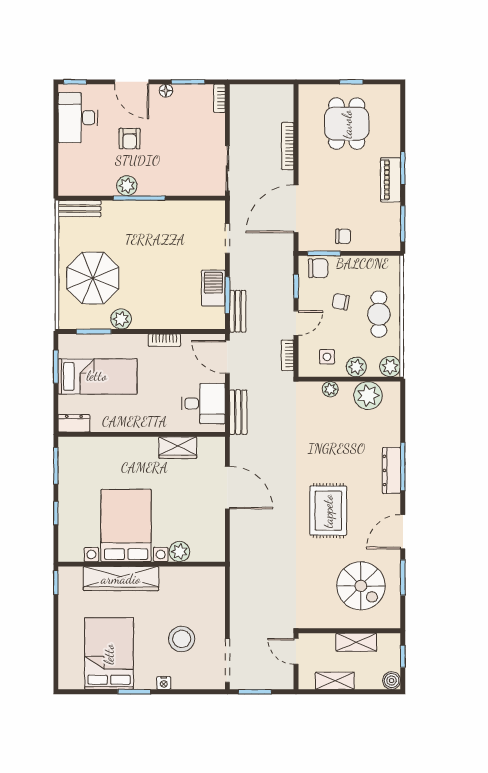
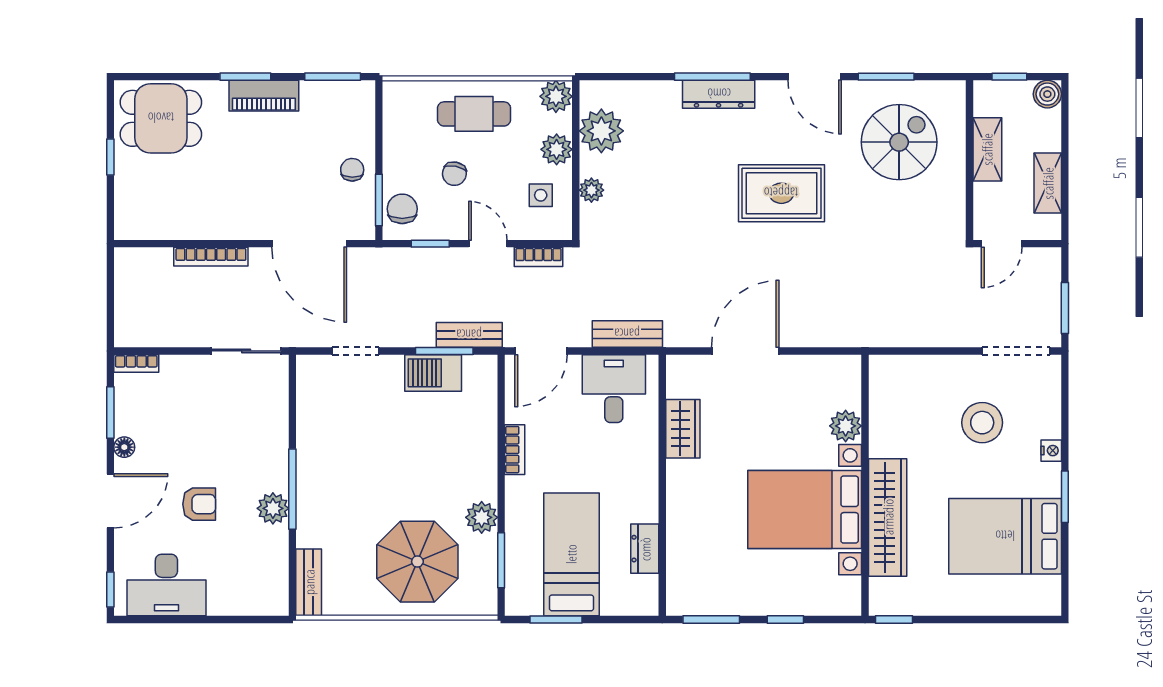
dining table: (347, 124) -> (161, 118), moved
dresser: (74, 423) -> (645, 549), moved

